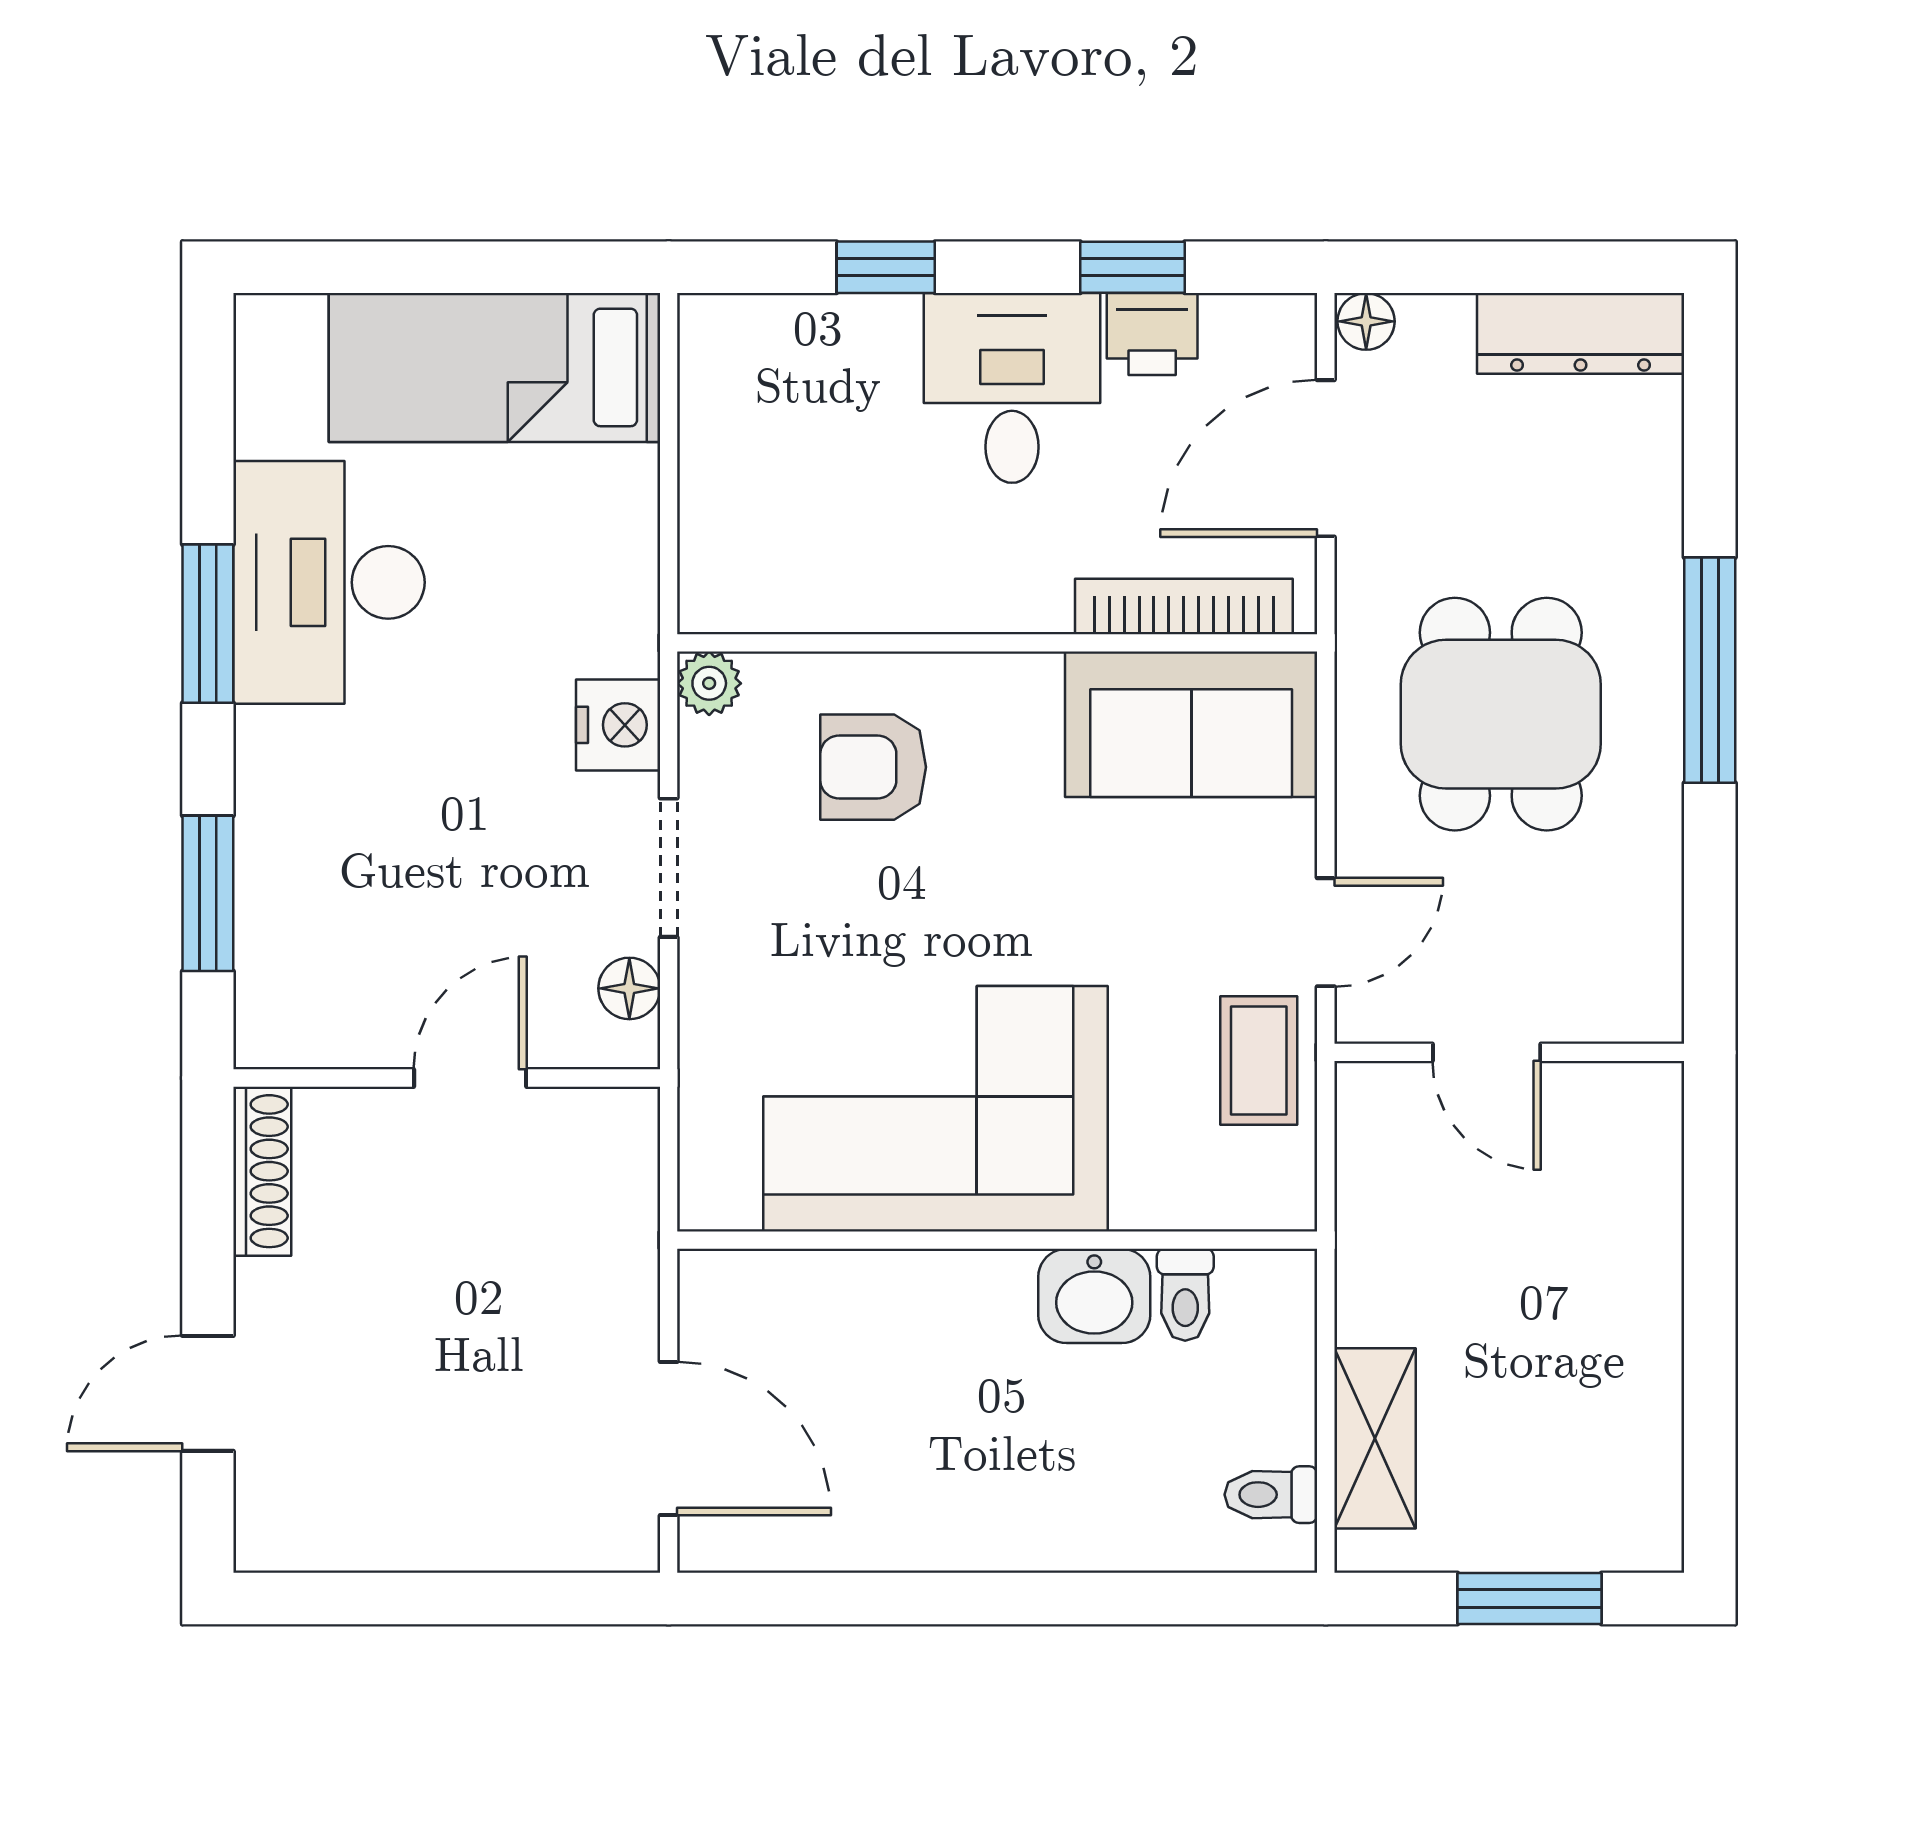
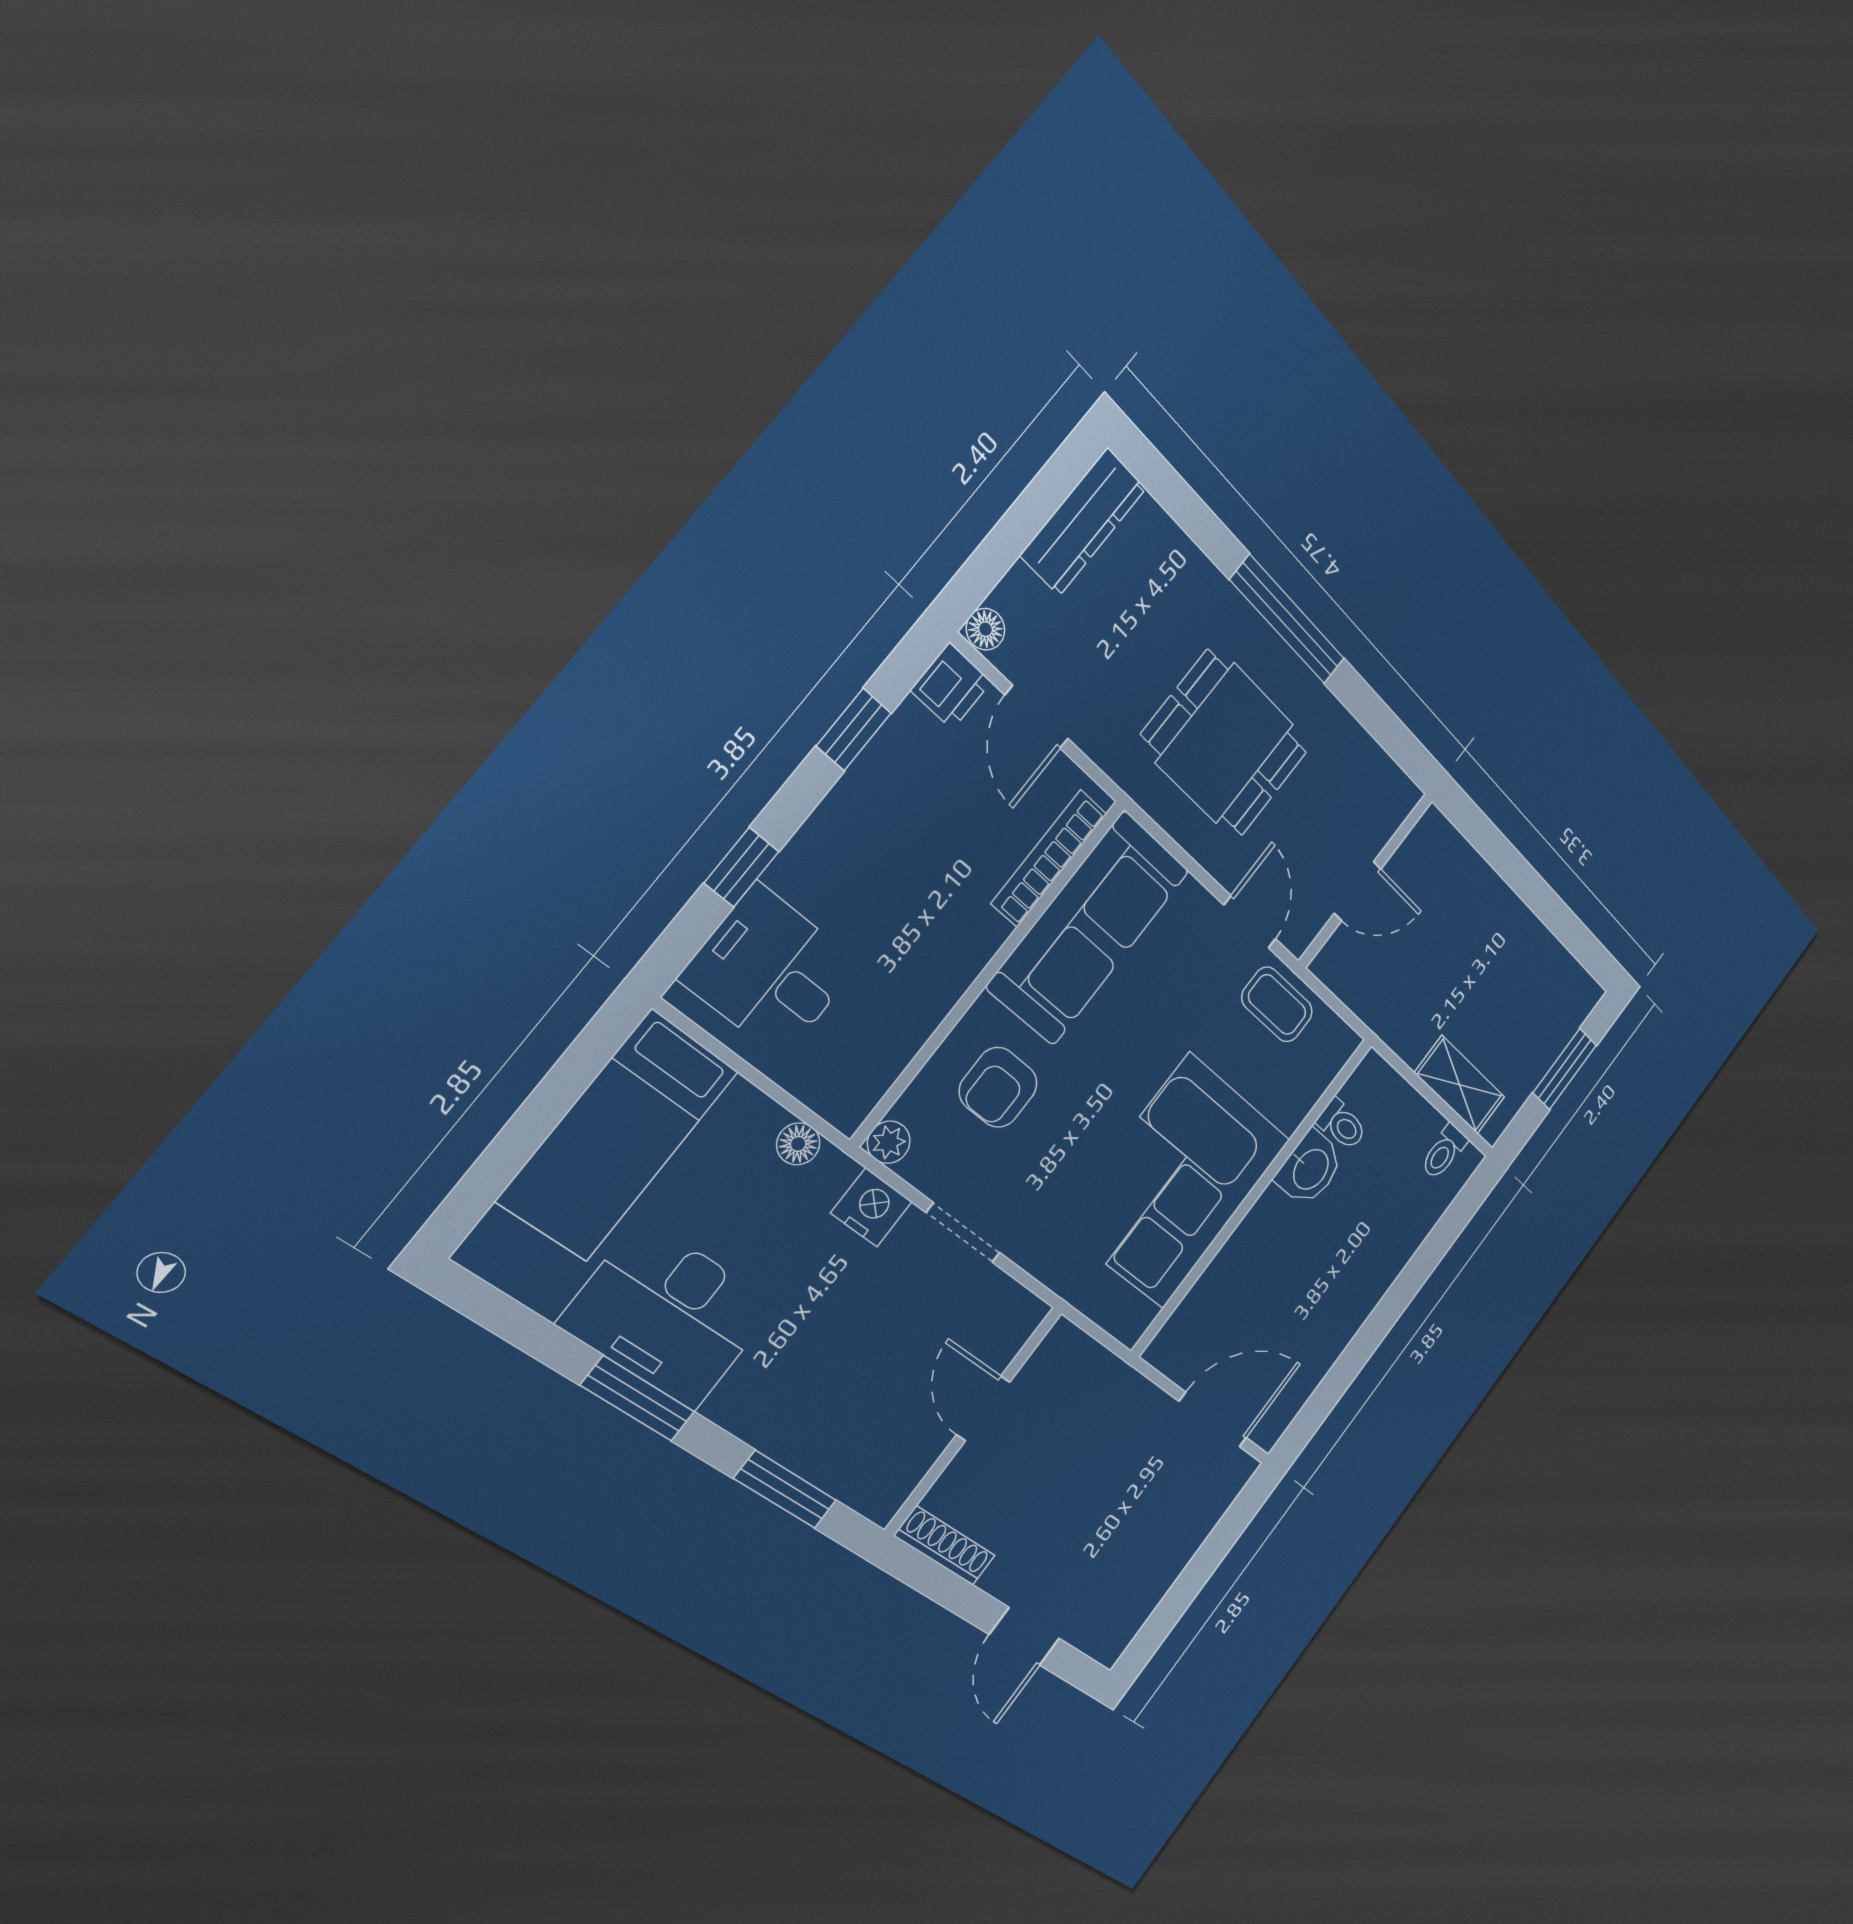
printer: (1152, 334) -> (951, 686), moved
desk: (1012, 388) -> (770, 971), moved
door: (1326, 458) -> (1037, 717), width x0.73
sofa: (1191, 724) -> (1089, 928), width x1.36
floor lamp: (629, 988) -> (798, 1144), moved

